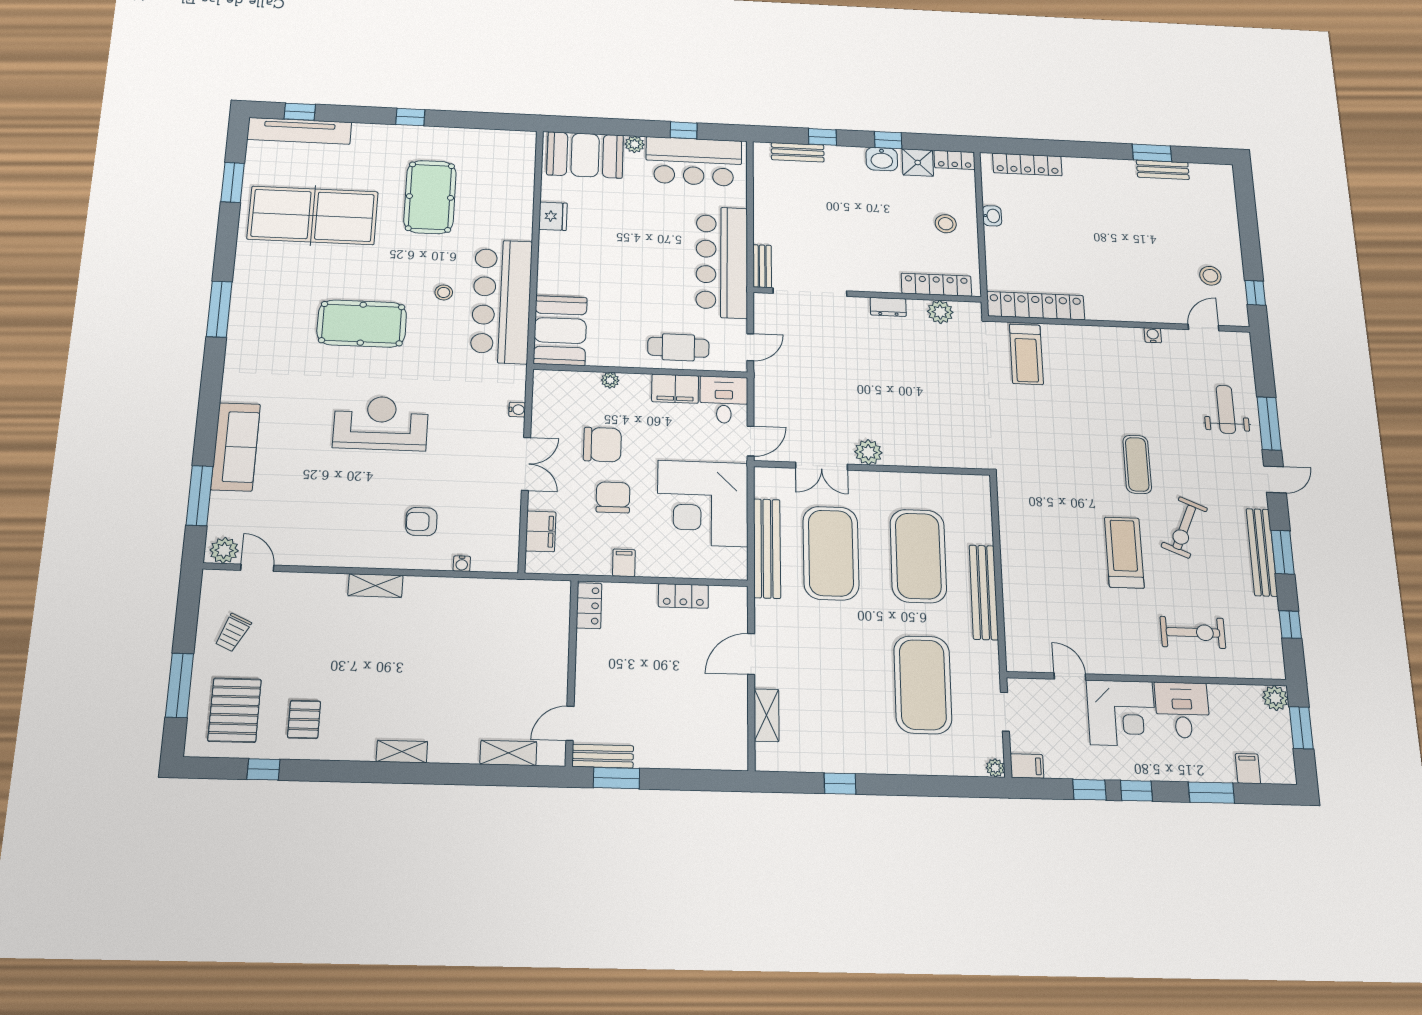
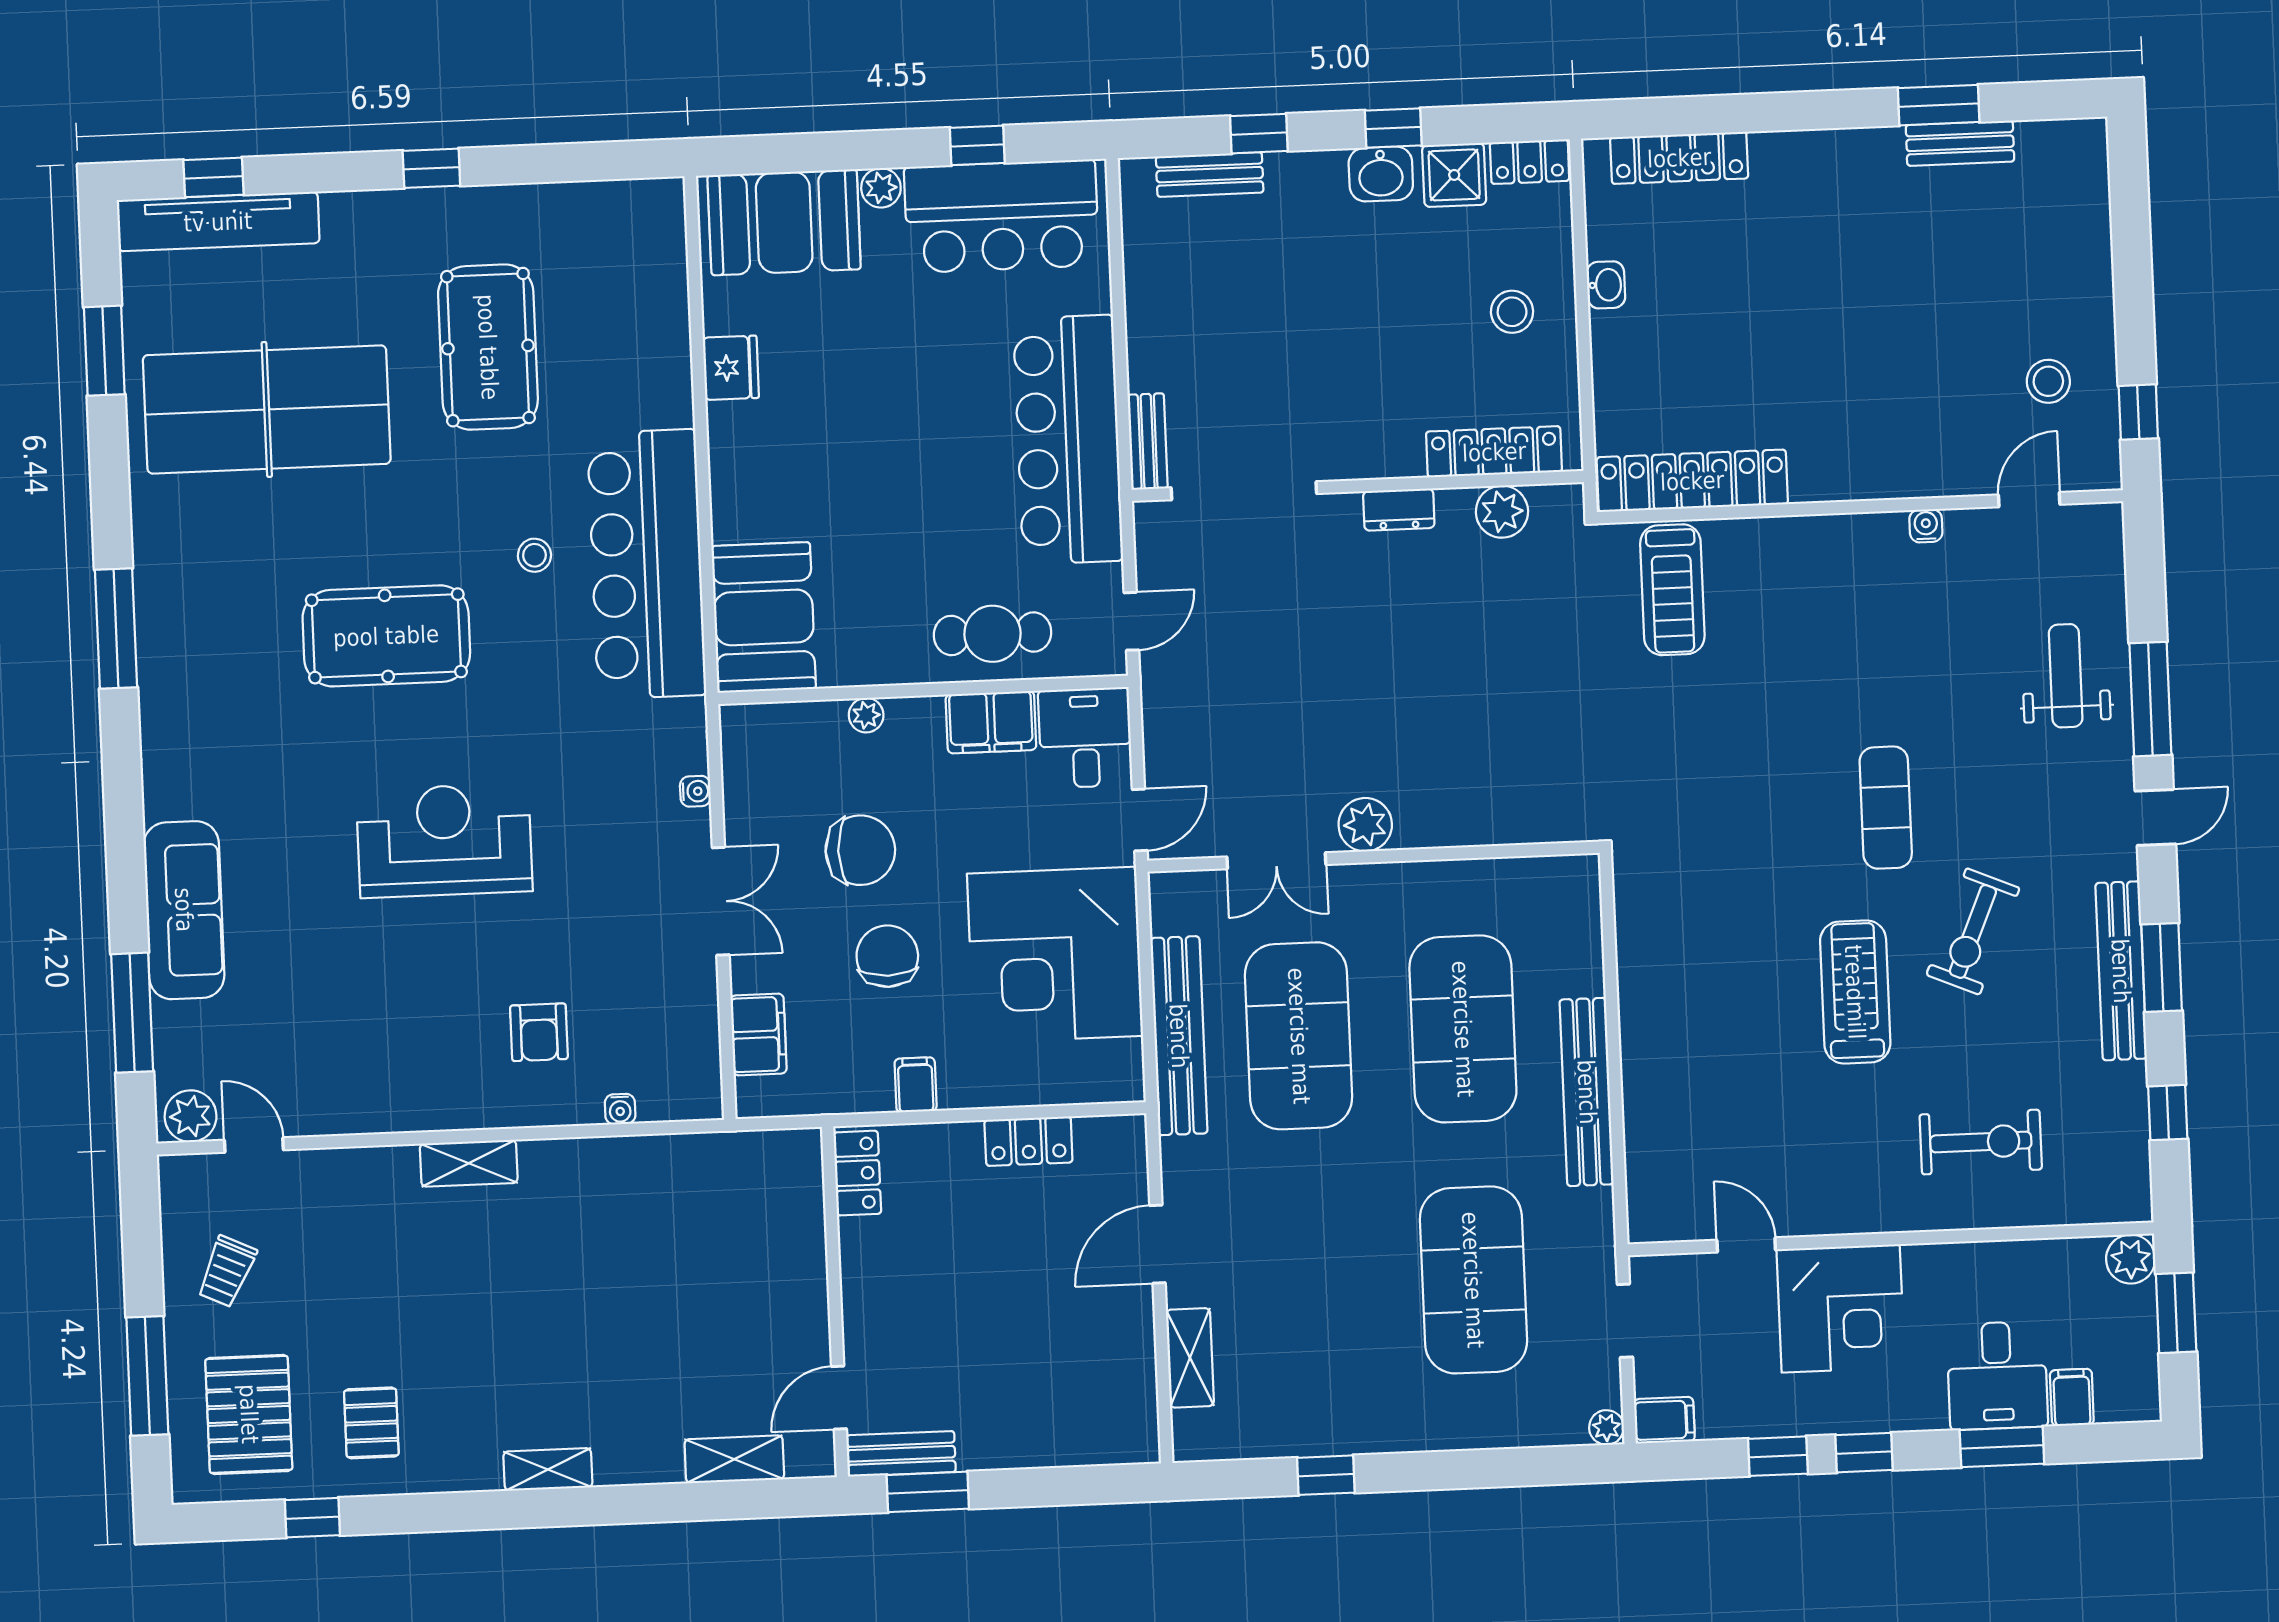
armchair: (421, 522) -> (539, 1032), turned -90
desk: (1182, 710) -> (1997, 1376), moved, turned 180

